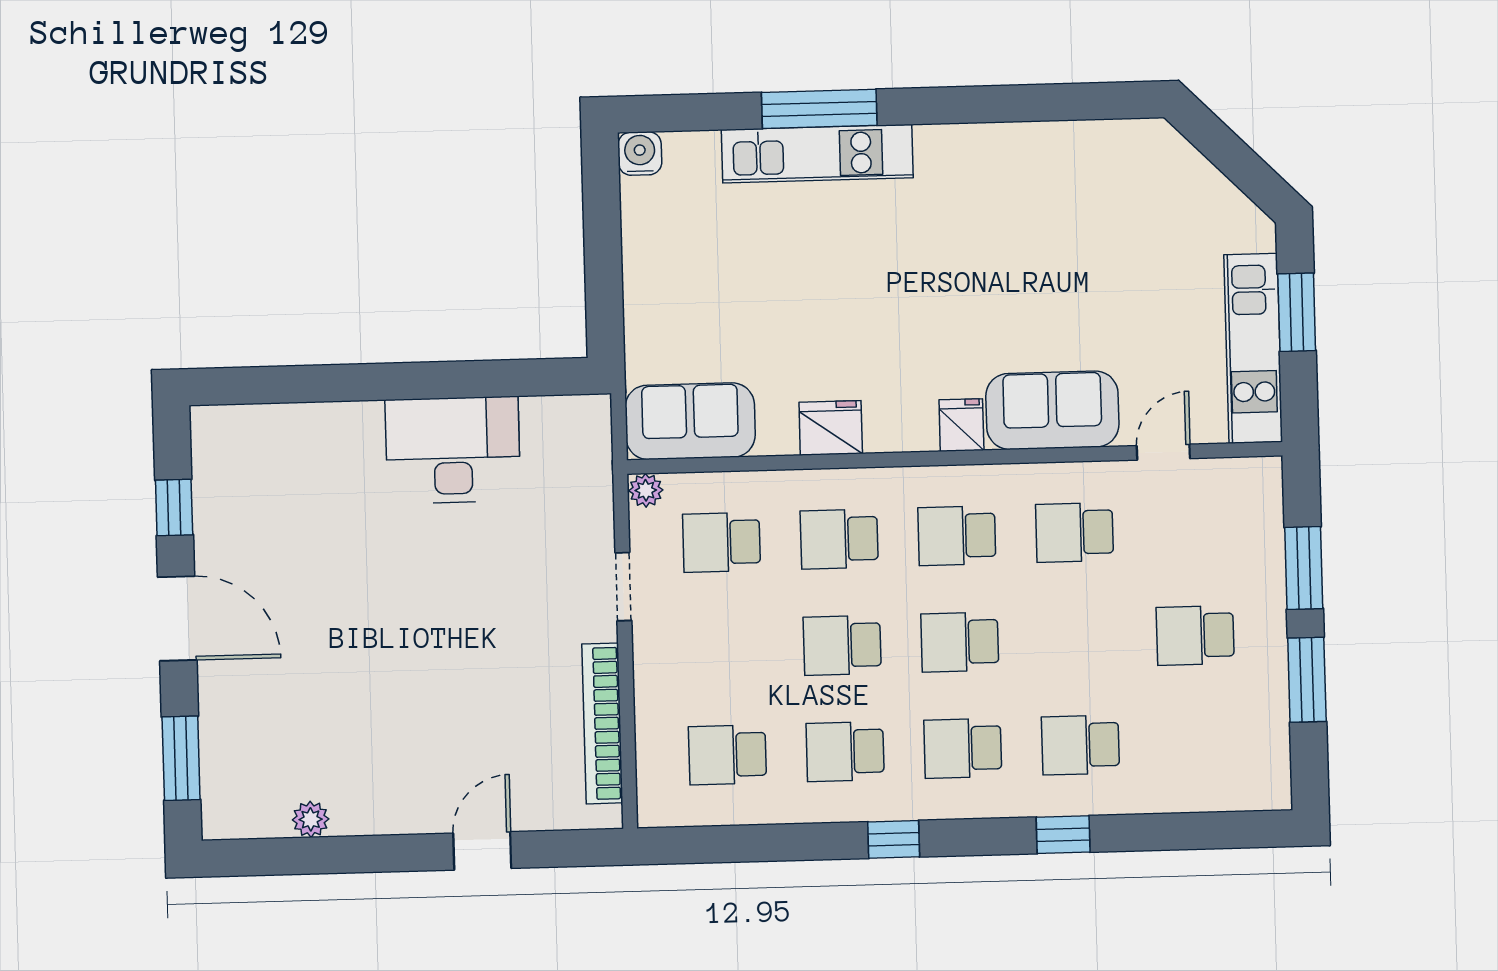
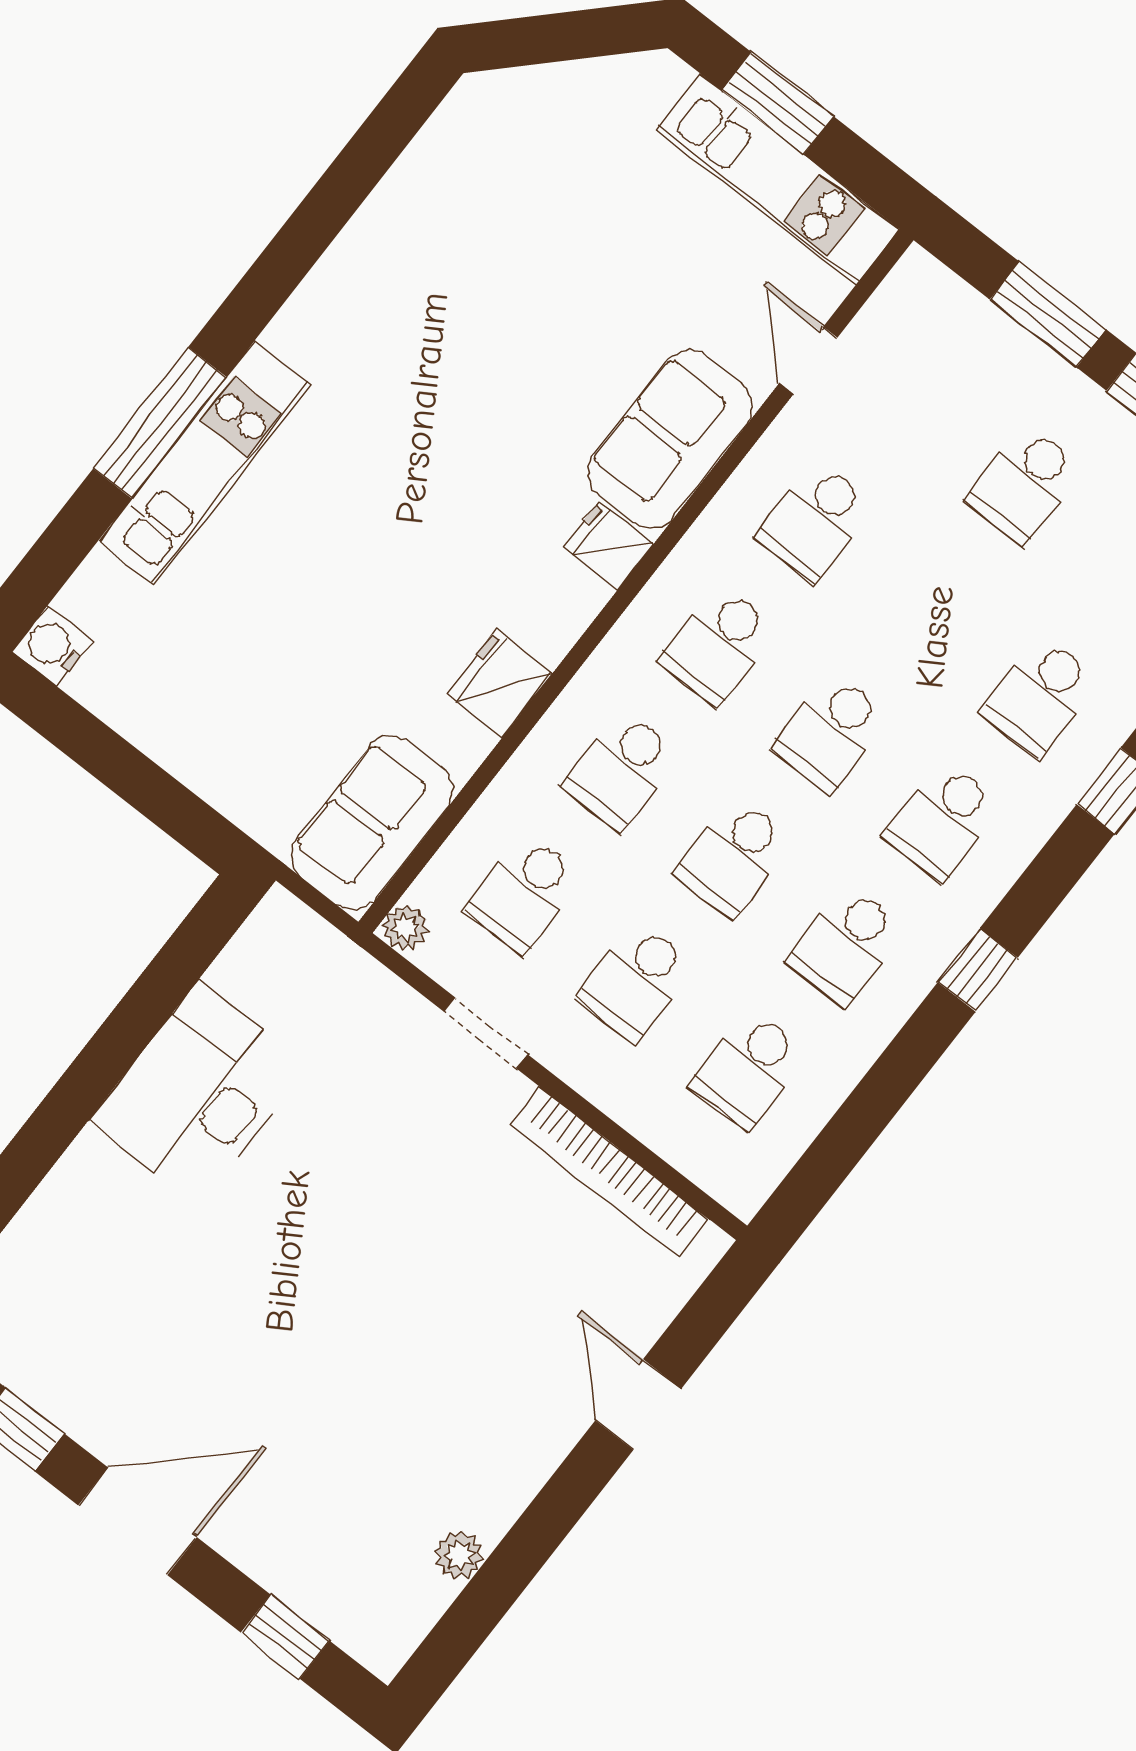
school desk: (724, 649) -> (636, 982), added
window: (181, 758) -> (285, 1637), width x0.67

